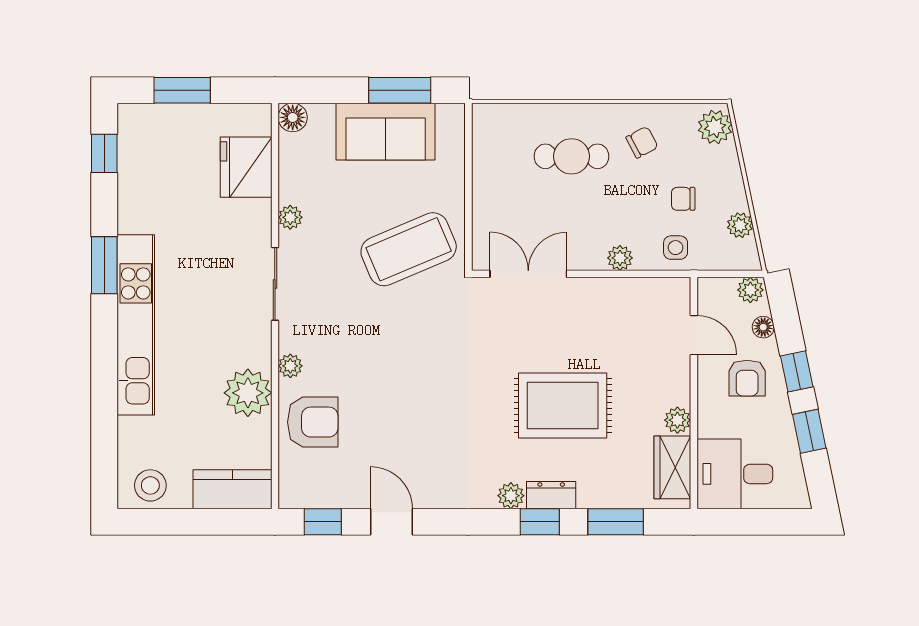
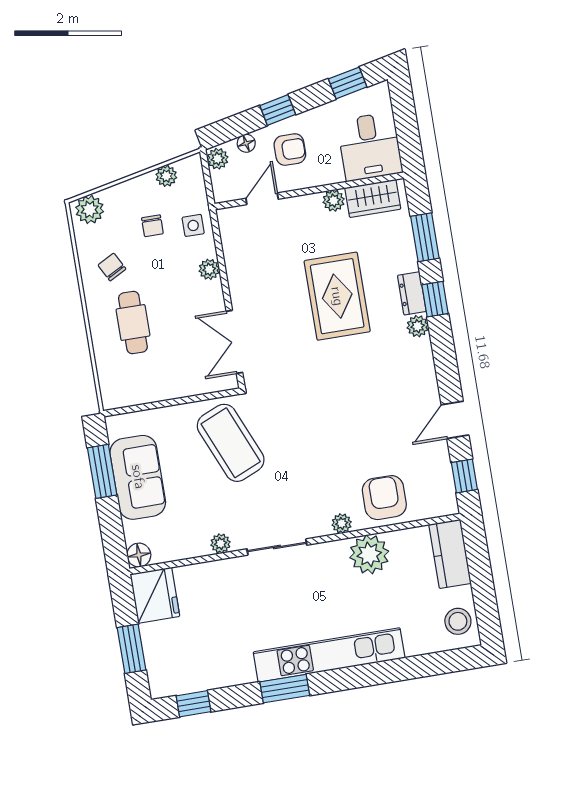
fridge: (246, 167) -> (155, 595), moved, turned -90
window: (809, 431) -> (348, 83), moved

